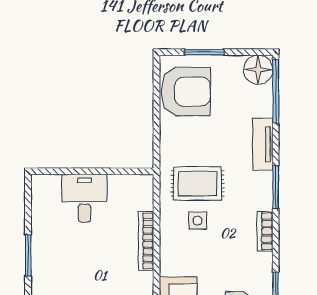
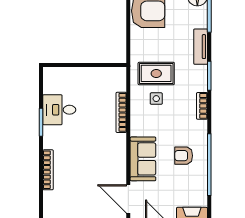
desk: (84, 198) -> (59, 110), moved, turned -90

